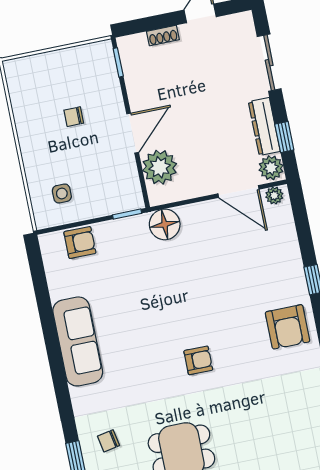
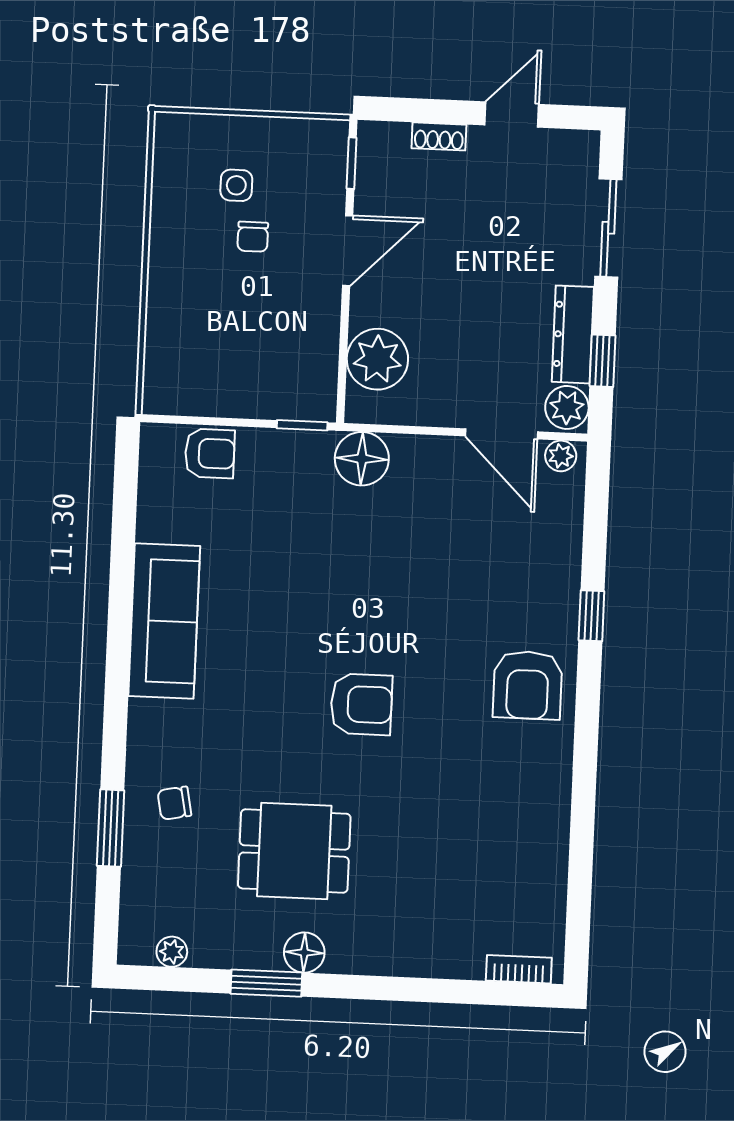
chair: (74, 117) -> (253, 237), turned -90
door: (133, 133) -> (348, 251), moved
side table: (62, 193) -> (236, 185), moved
armchair: (198, 360) -> (361, 704), width x1.38, depth x1.38

